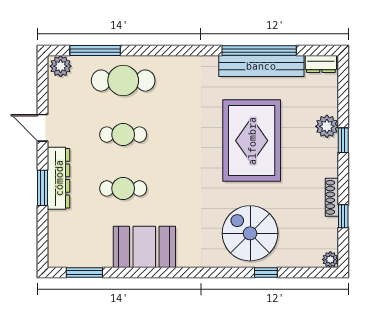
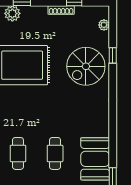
booth: (144, 247) -> (95, 159), moved
plant: (330, 260) -> (104, 25), moved

